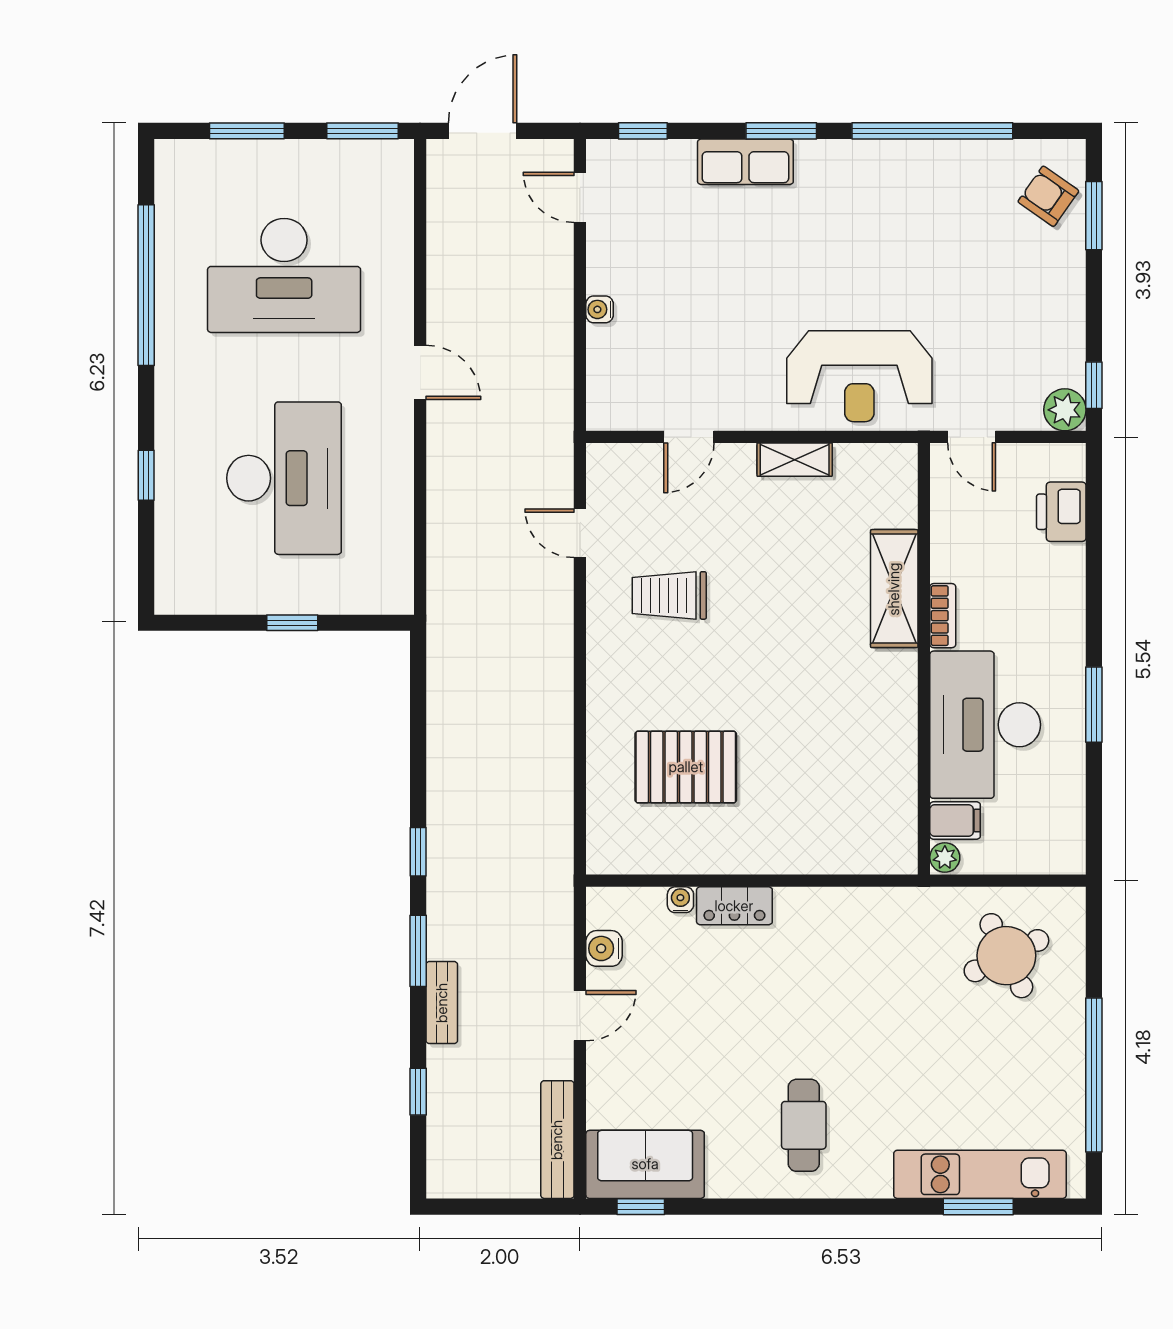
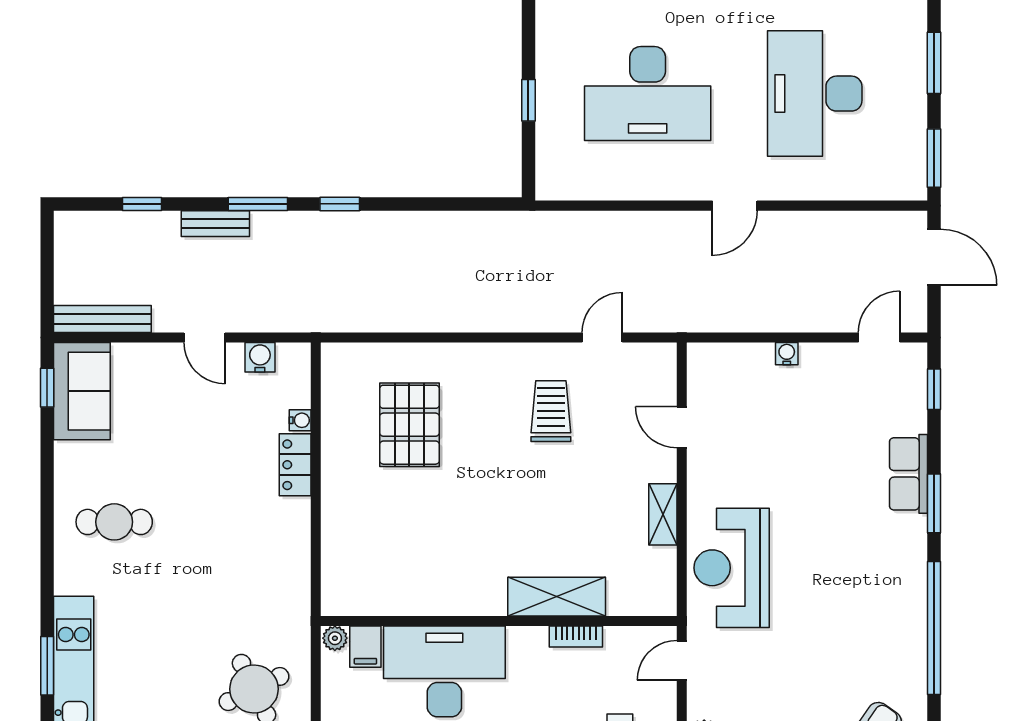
bookcase: (943, 616) -> (576, 637), moved

